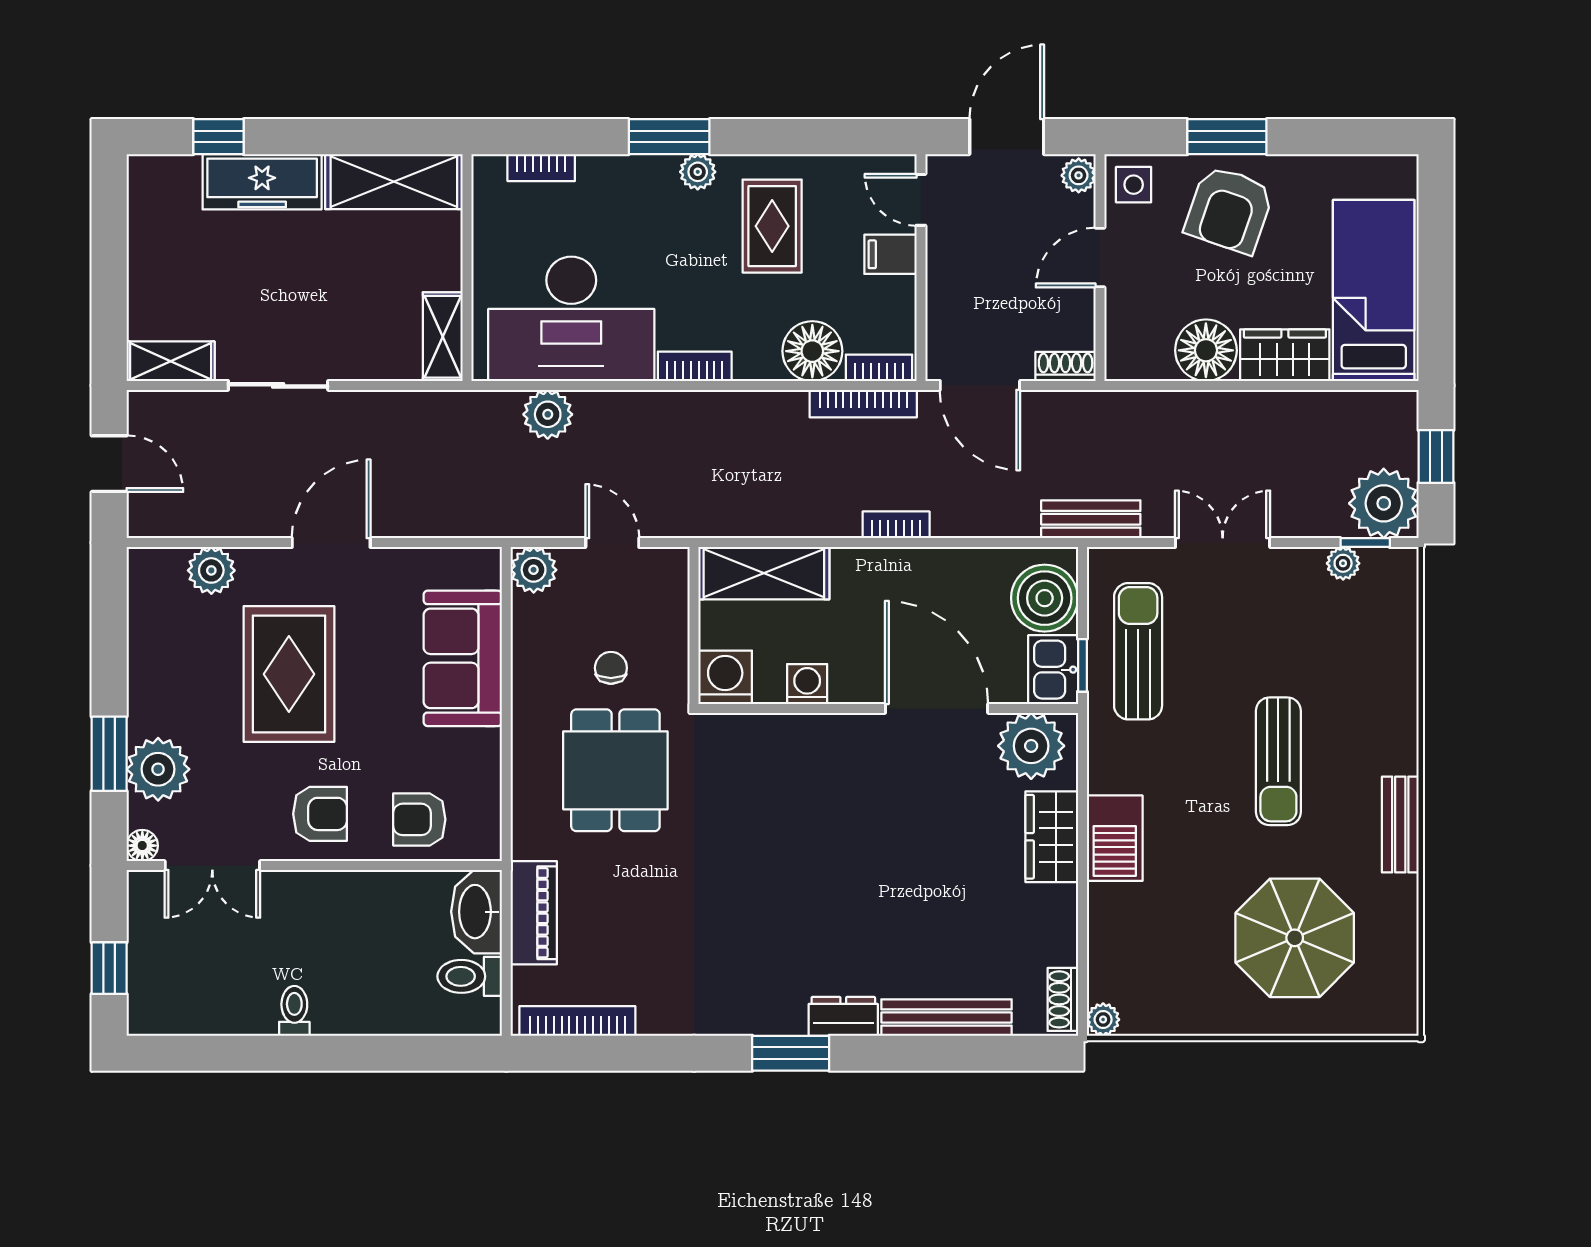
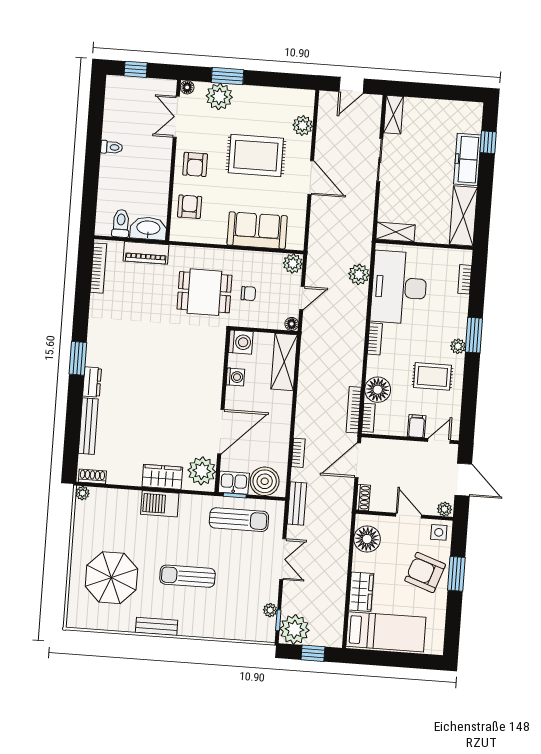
floor lamp: (1206, 350) -> (367, 539), moved
bookcase: (896, 525) -> (298, 453), moved
floor lamp: (674, 562) -> (292, 324), added

